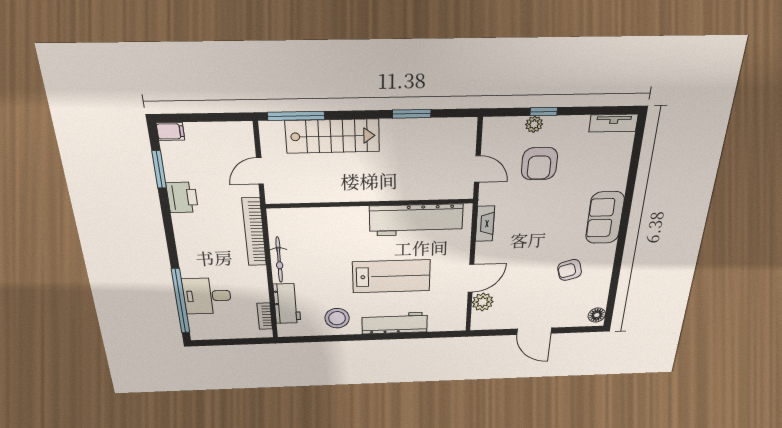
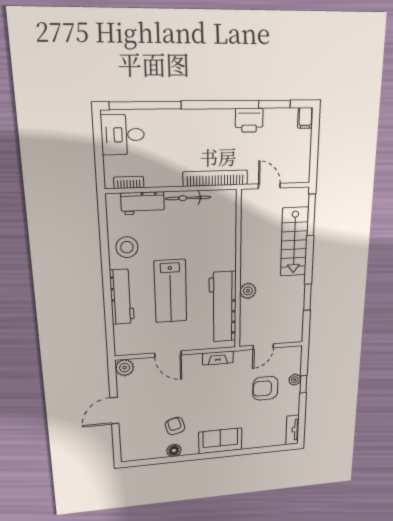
plant: (397, 191) -> (248, 291), added
desk: (207, 296) -> (123, 135), moved, turned -90
plant: (483, 302) -> (125, 368), moved
floor lamp: (597, 315) -> (174, 450), moved

